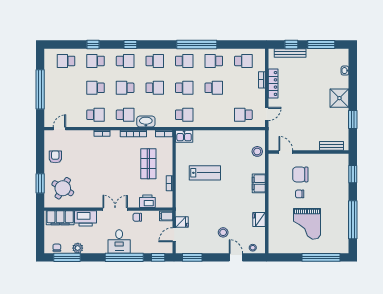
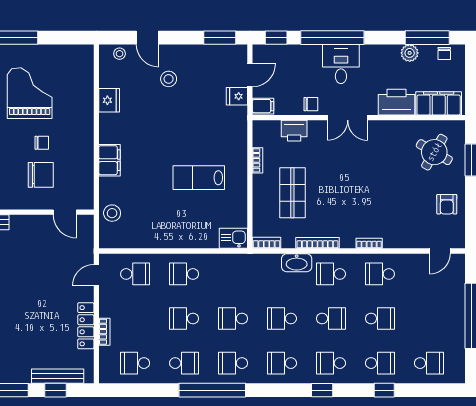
school desk: (184, 115) -> (184, 274), moved

